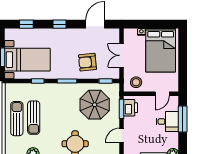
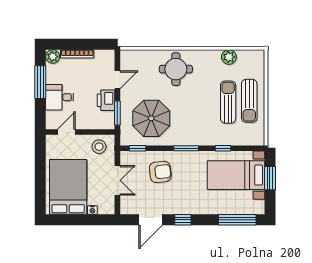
window: (26, 24) -> (237, 220), width x2.17
window: (59, 24) -> (183, 220), moved
printer: (131, 108) -> (106, 100), moved
window: (183, 119) -> (40, 82), moved

